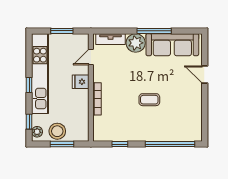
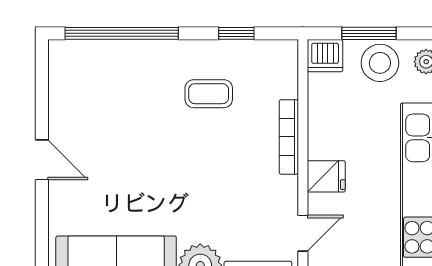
door: (205, 75) -> (42, 160), moved
coffee table: (149, 100) -> (209, 94), moved
dishwasher: (81, 134) -> (325, 56), added

